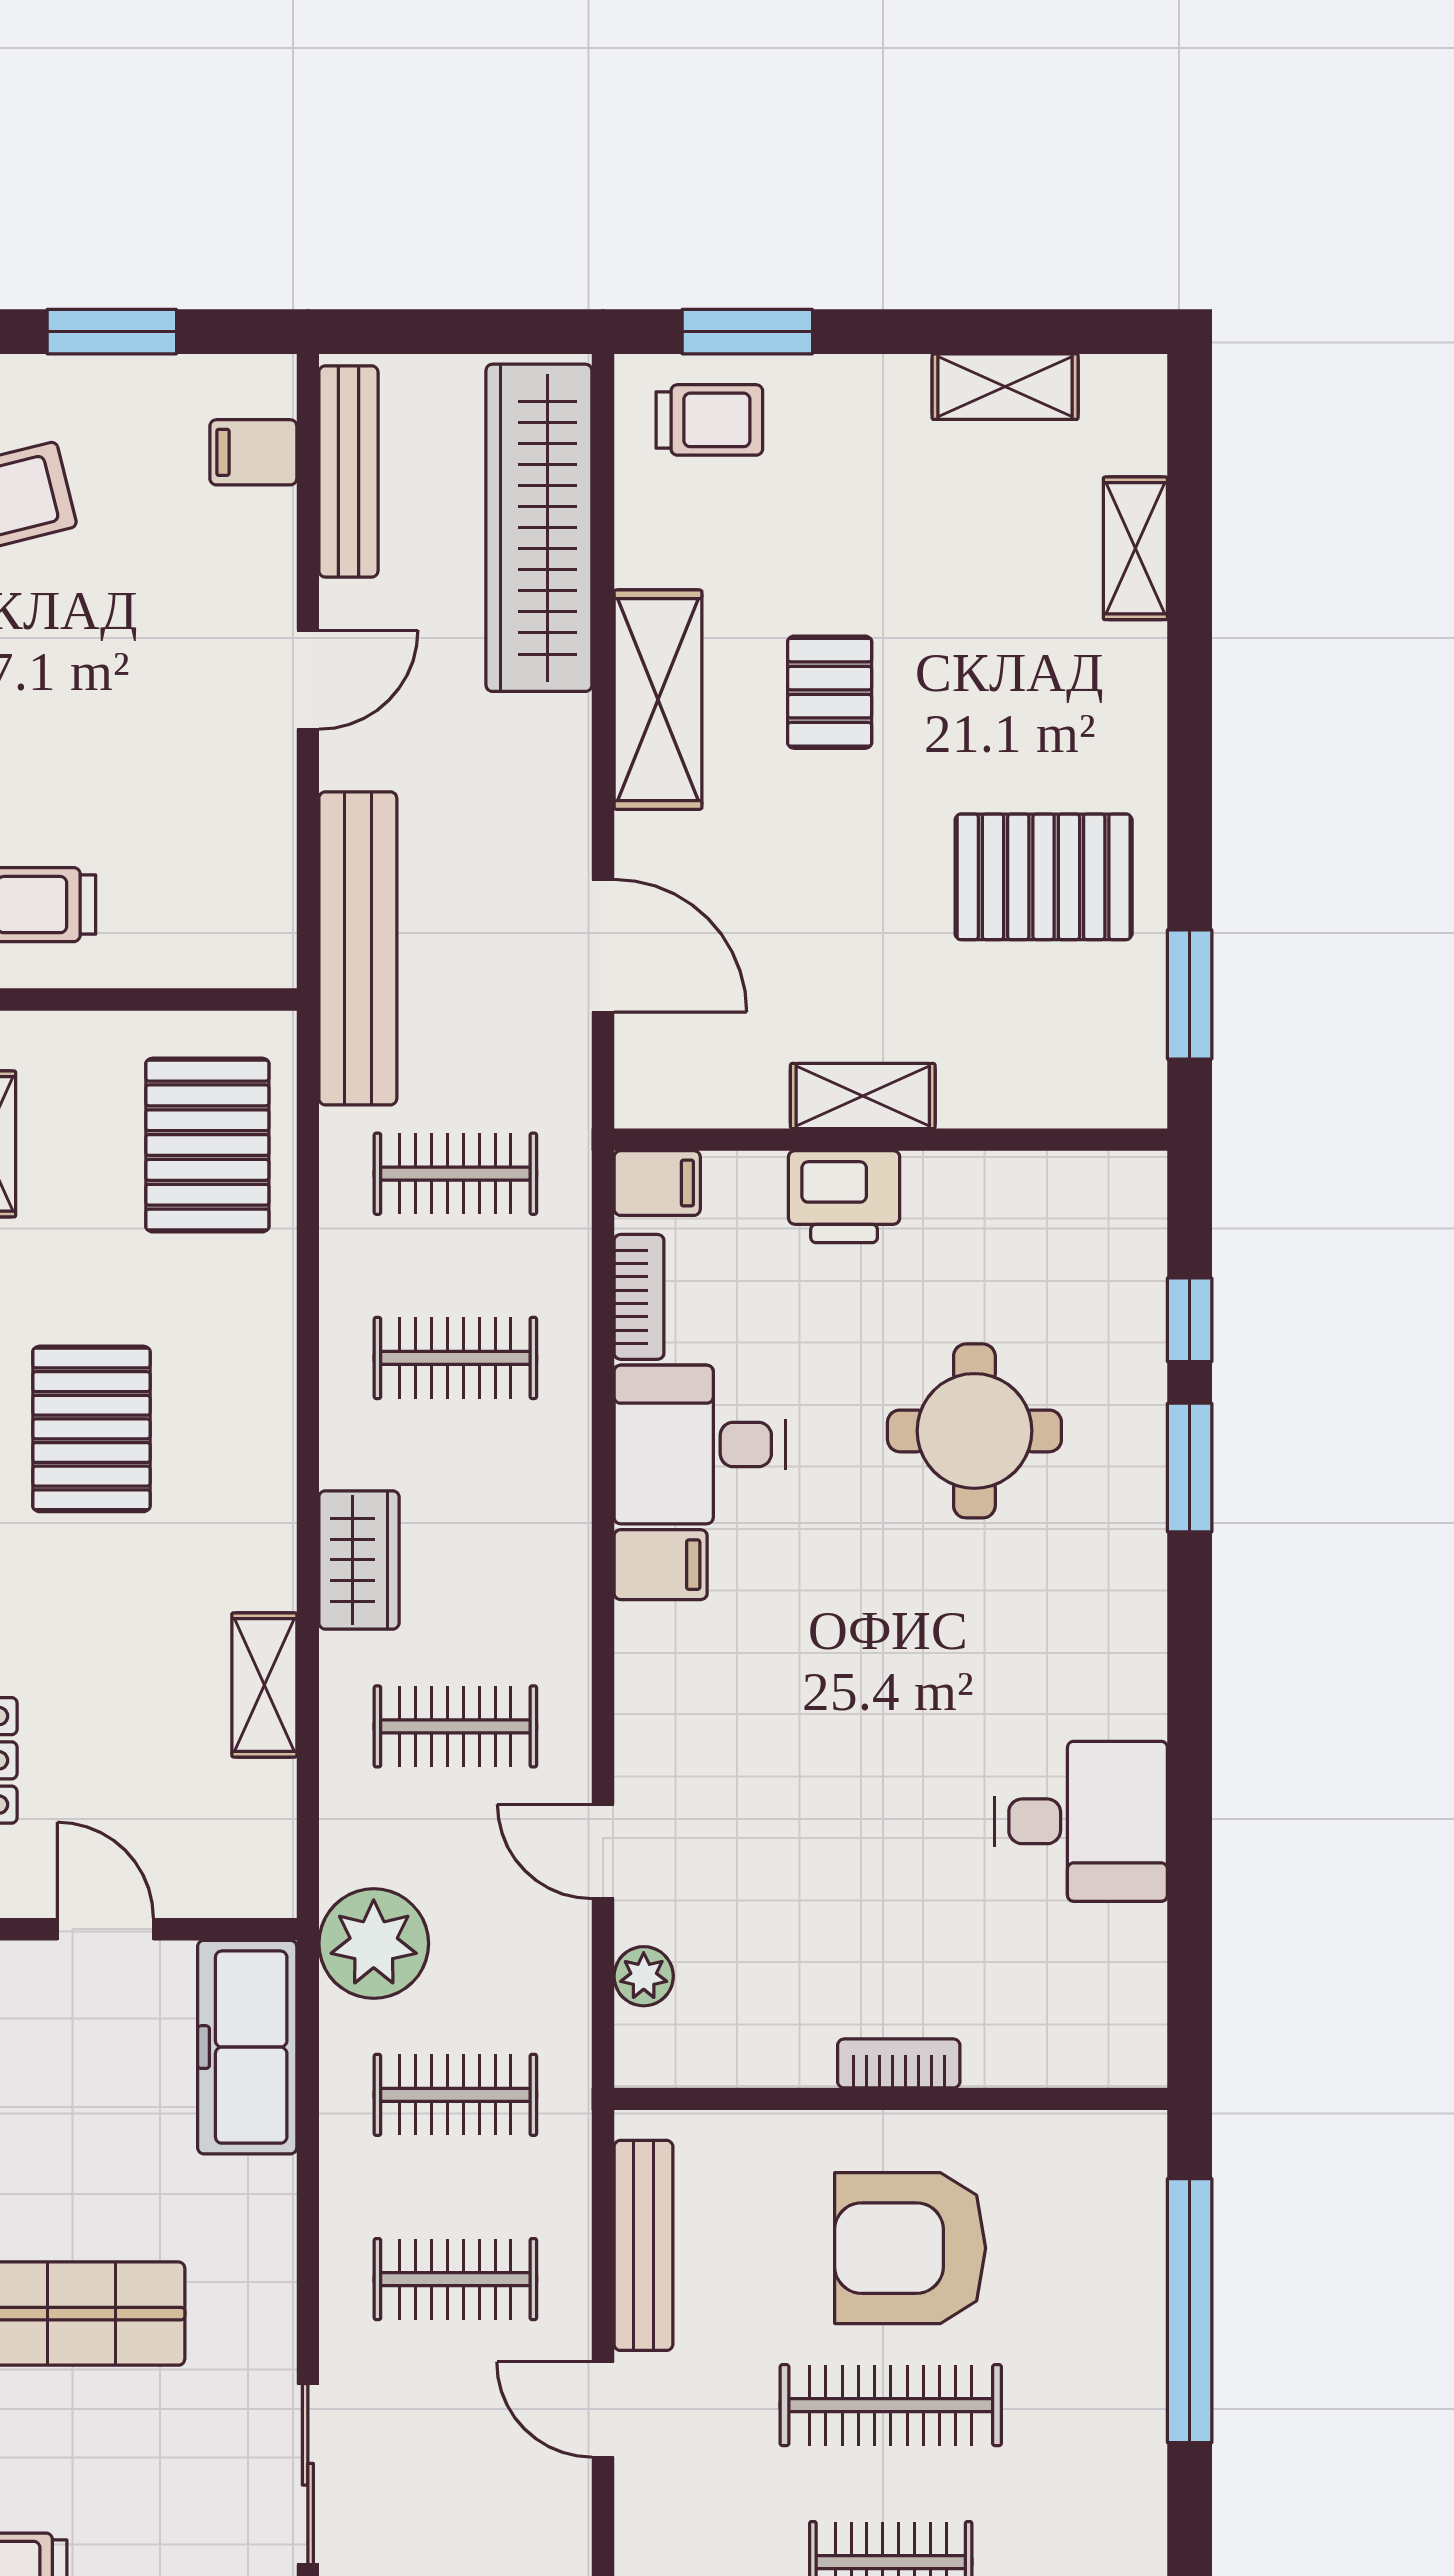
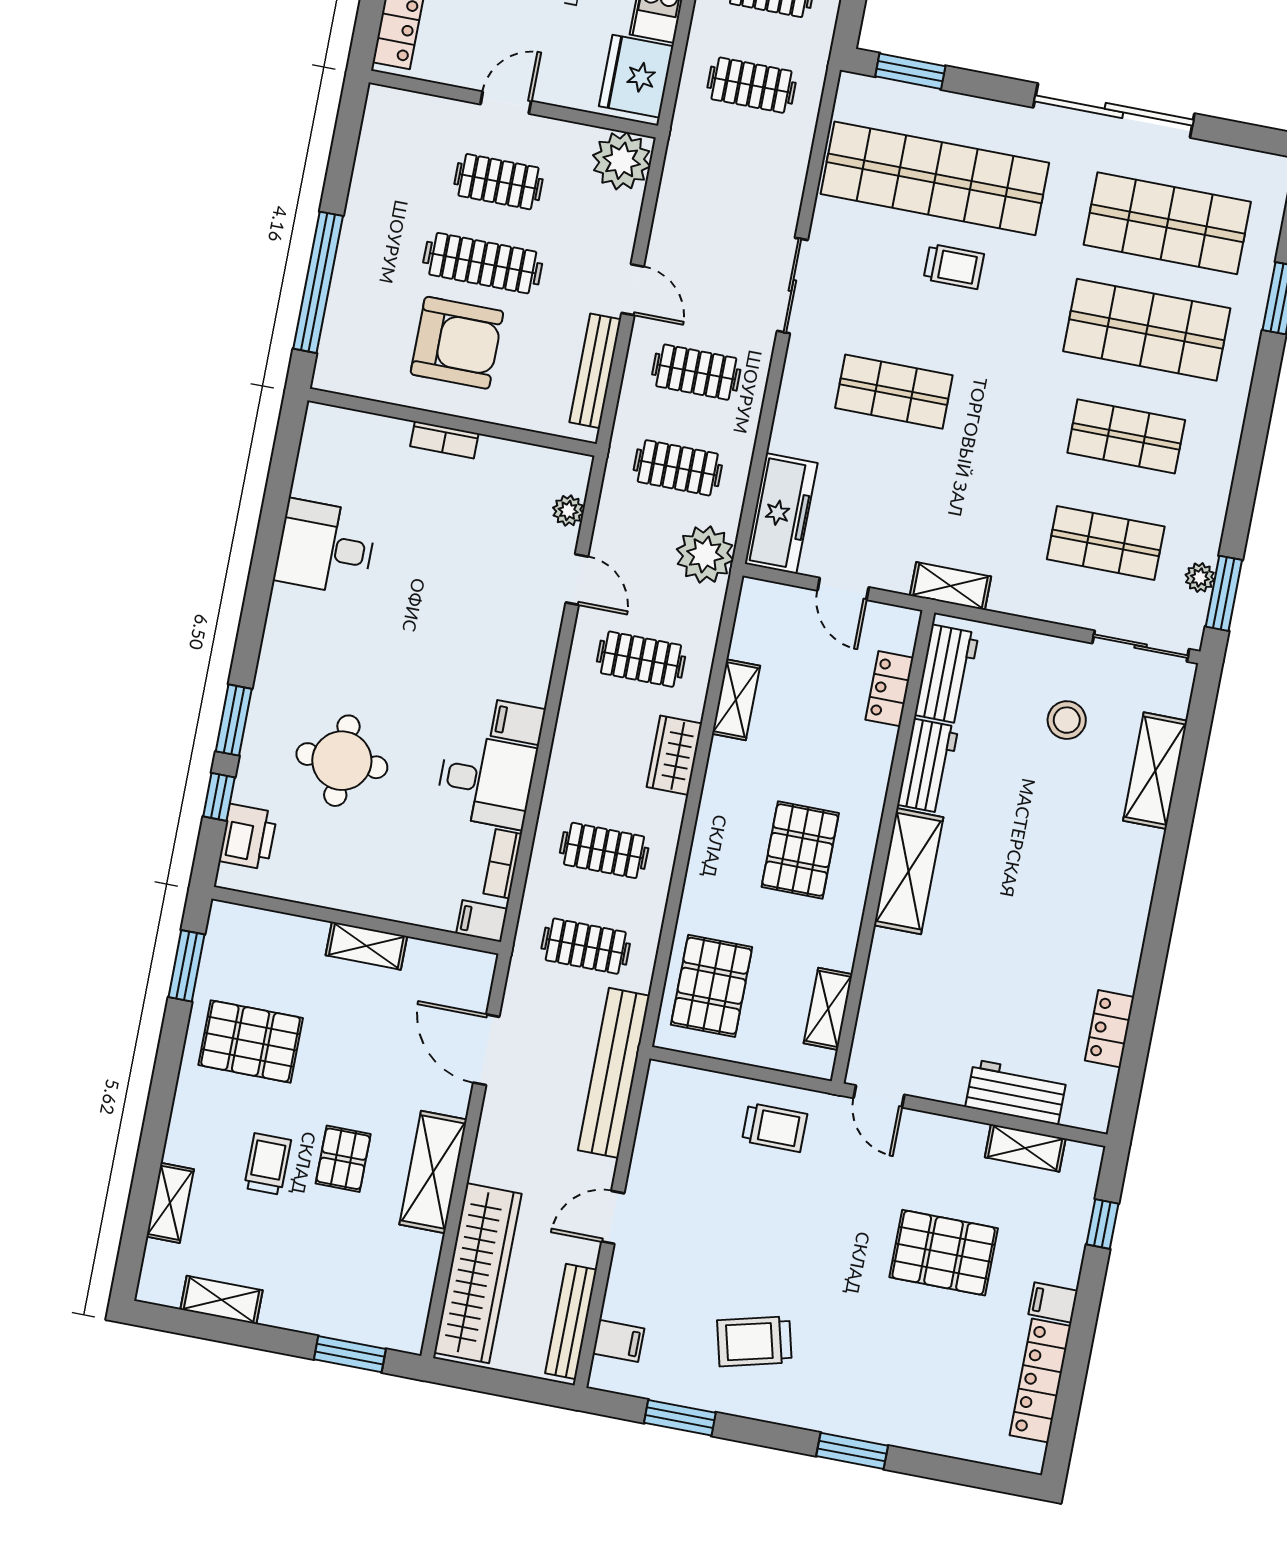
trolley: (709, 420) -> (267, 1164), moved, turned 90
printer: (844, 1197) -> (248, 837), moved, turned 90

